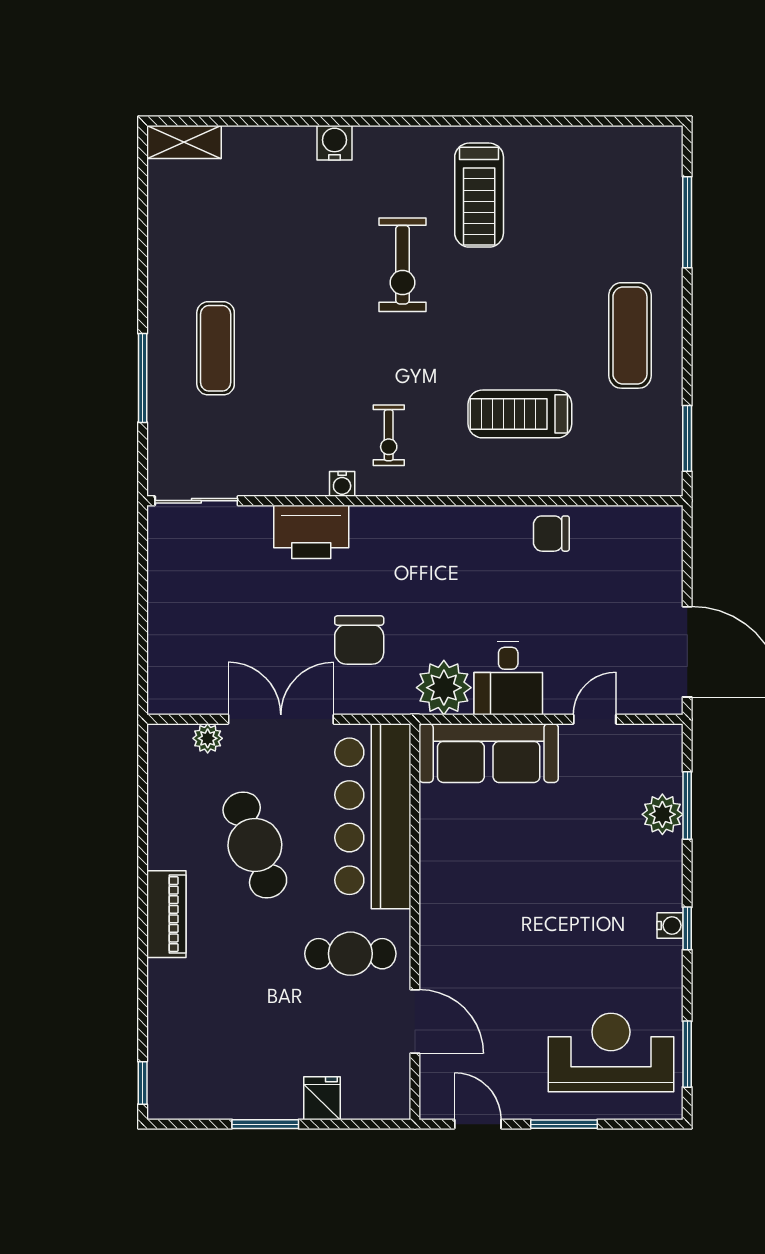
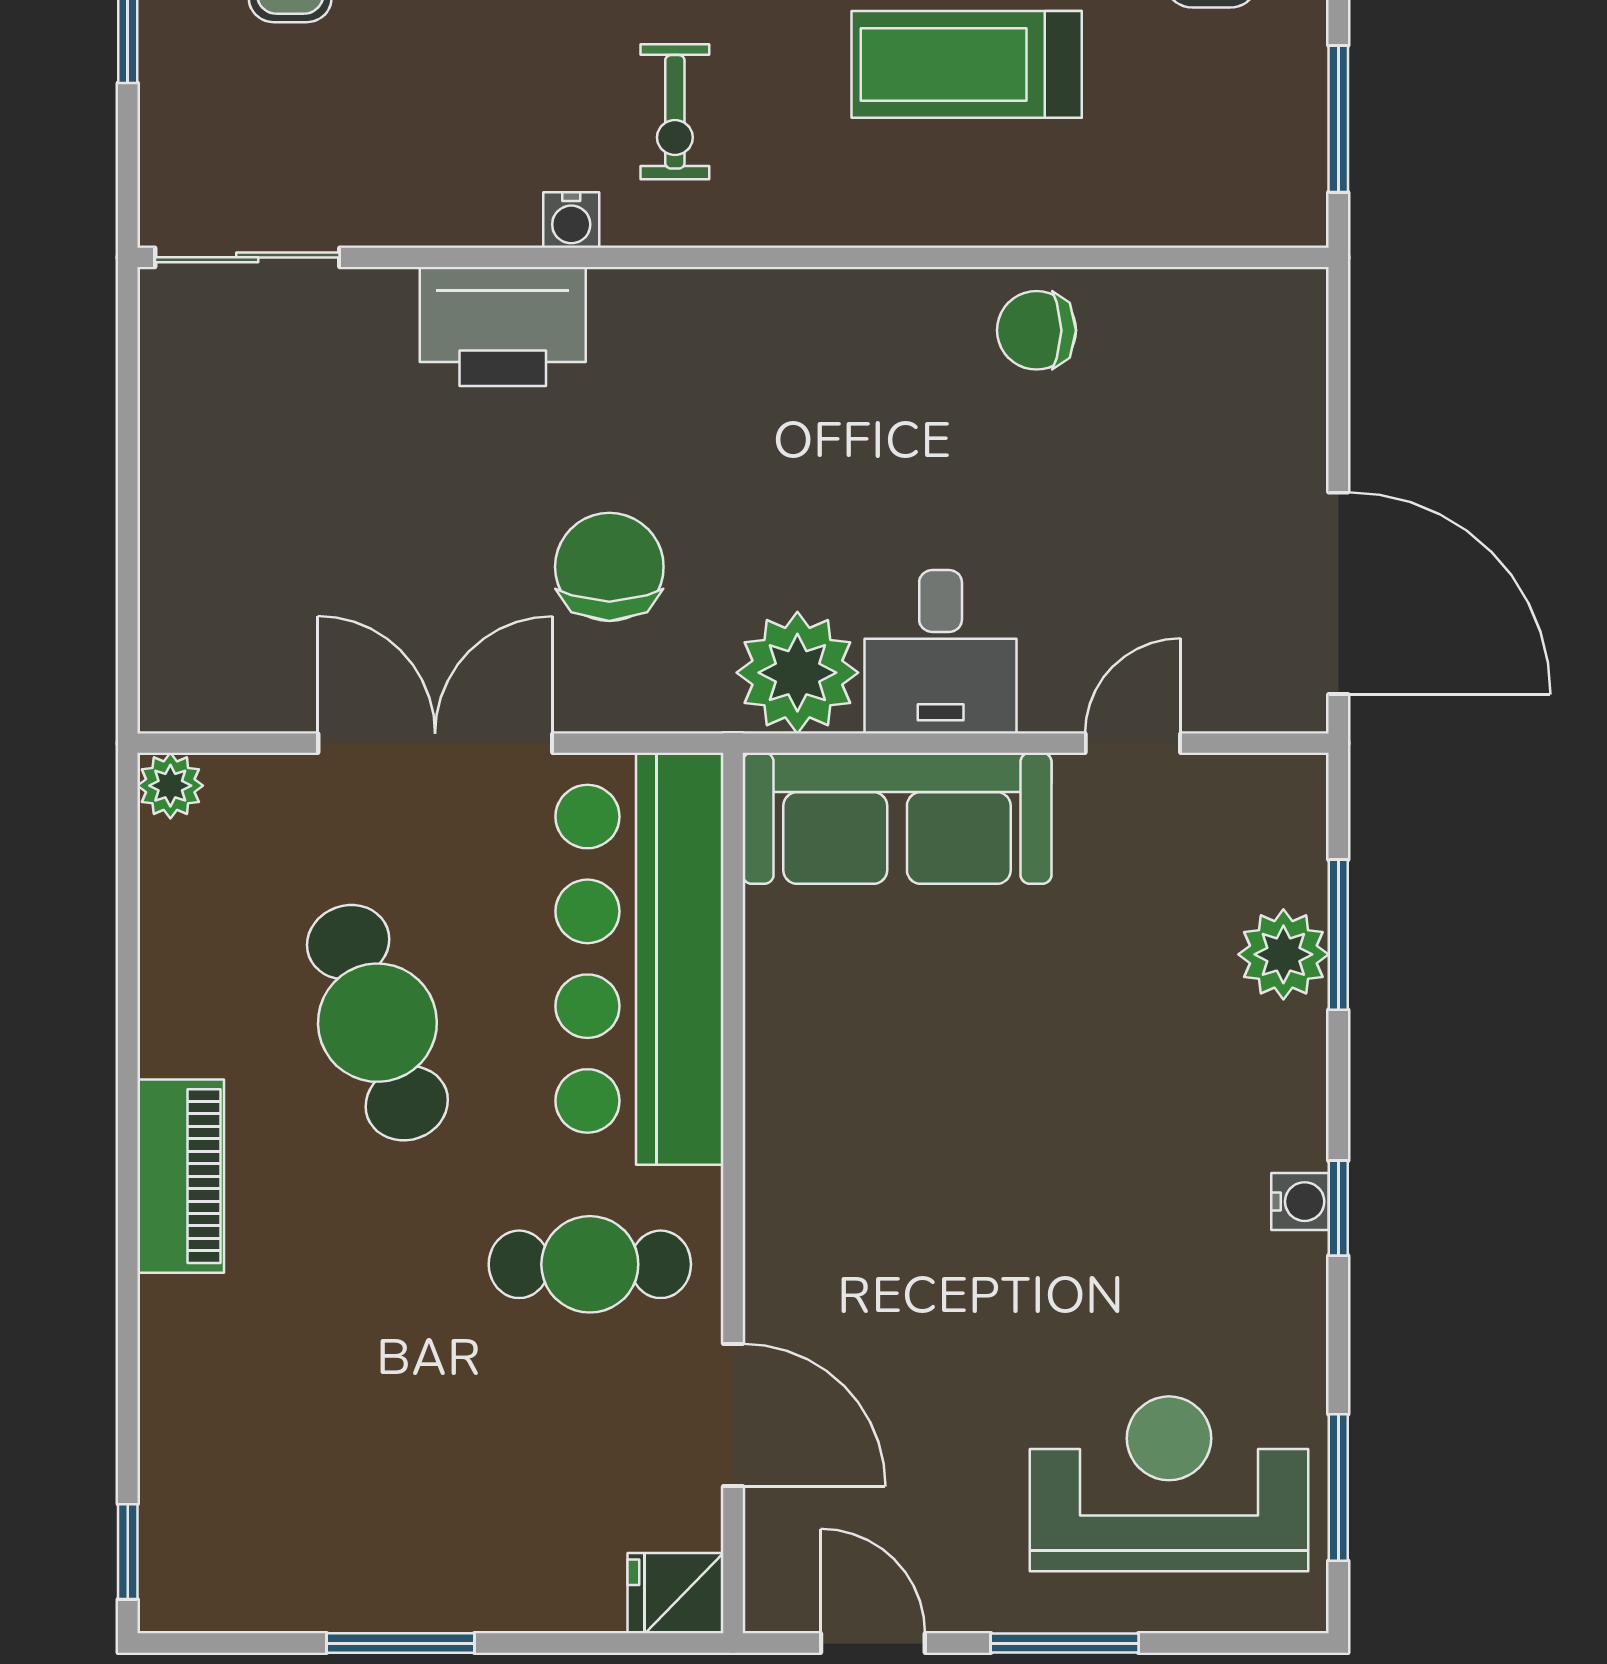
chair: (359, 640) -> (609, 567), turned 180
plant: (208, 738) -> (170, 786), moved
fridge: (322, 1098) -> (675, 1593), moved, turned -90

